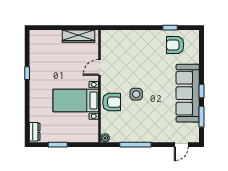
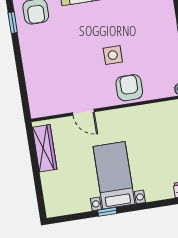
bed with nightstands: (76, 100) -> (114, 175), moved, turned 180

